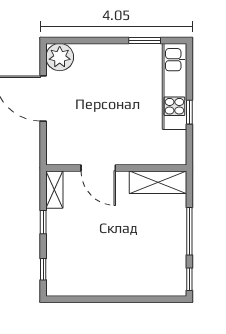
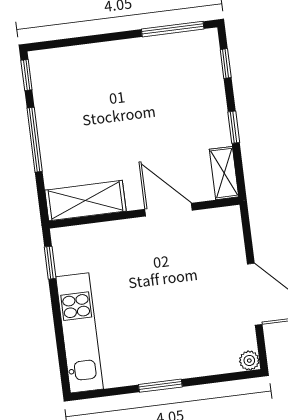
window: (145, 40) -> (160, 386), moved
plant: (60, 57) -> (249, 361), width x0.53, depth x0.53
window: (189, 112) -> (50, 263), moved
window: (79, 299) -> (173, 29), added

